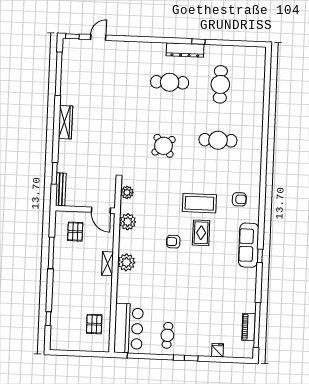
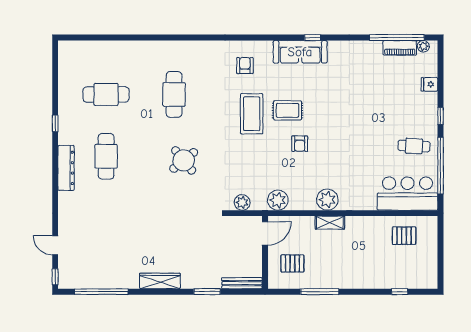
dresser: (185, 50) -> (66, 168), moved
window: (54, 173) -> (207, 292), moved
plant: (249, 346) -> (423, 46), added

